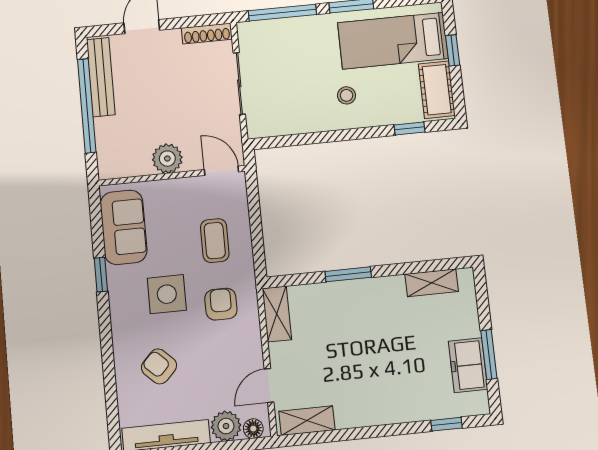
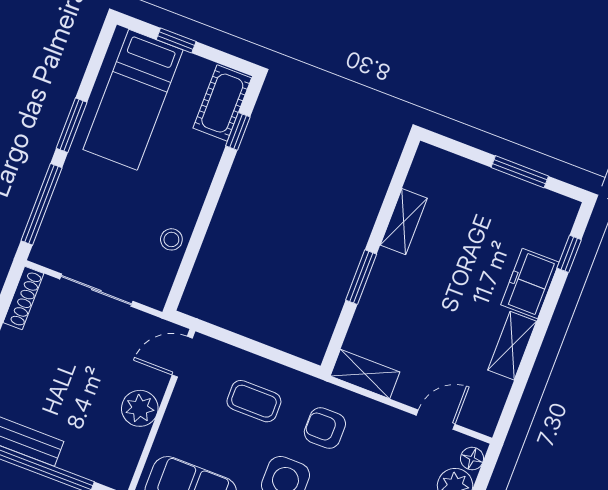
cot: (437, 90) -> (222, 103), moved, turned 90
stool: (347, 95) -> (171, 239), moved
shelving: (432, 283) -> (404, 222), moved
freezer: (468, 365) -> (530, 283), moved, turned 90
door: (269, 385) -> (436, 420), swing flipped
shelving: (307, 421) -> (512, 346), moved

